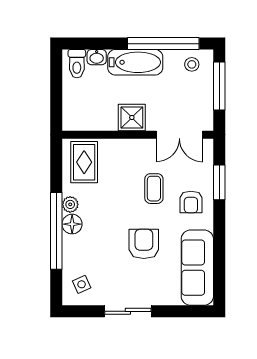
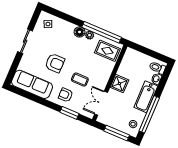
window: (56, 231) -> (102, 32), moved

